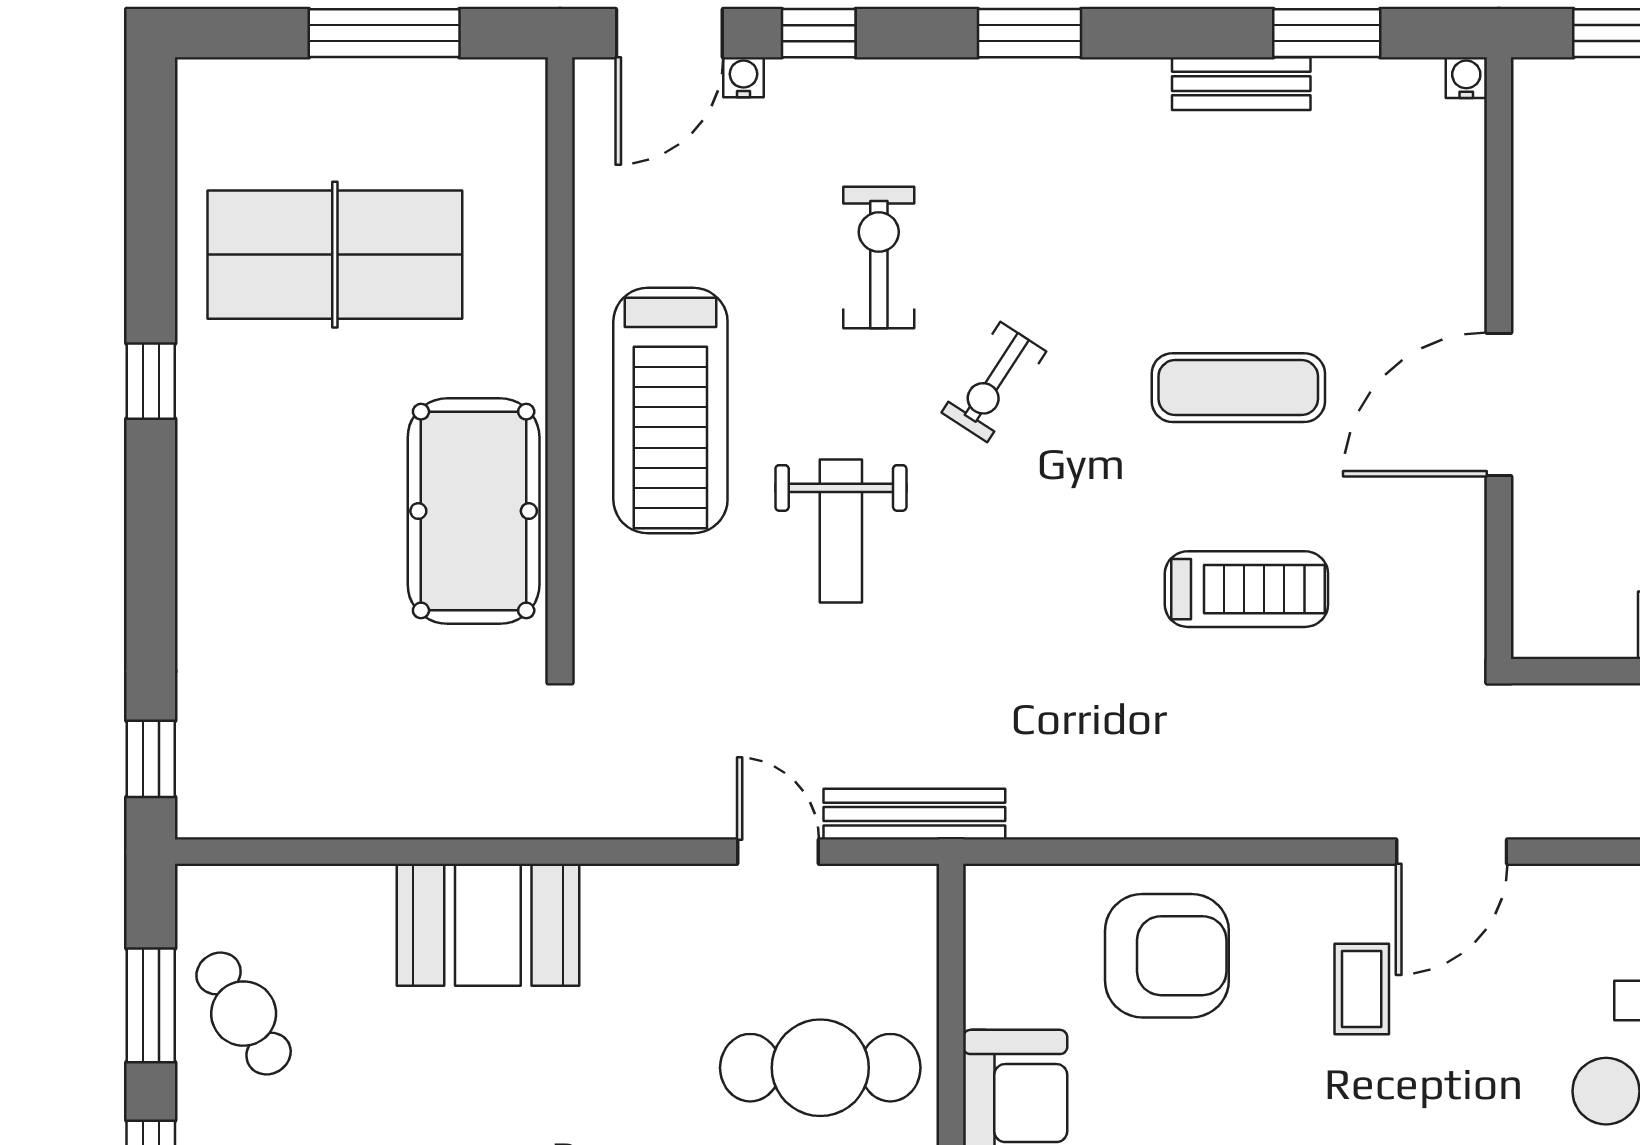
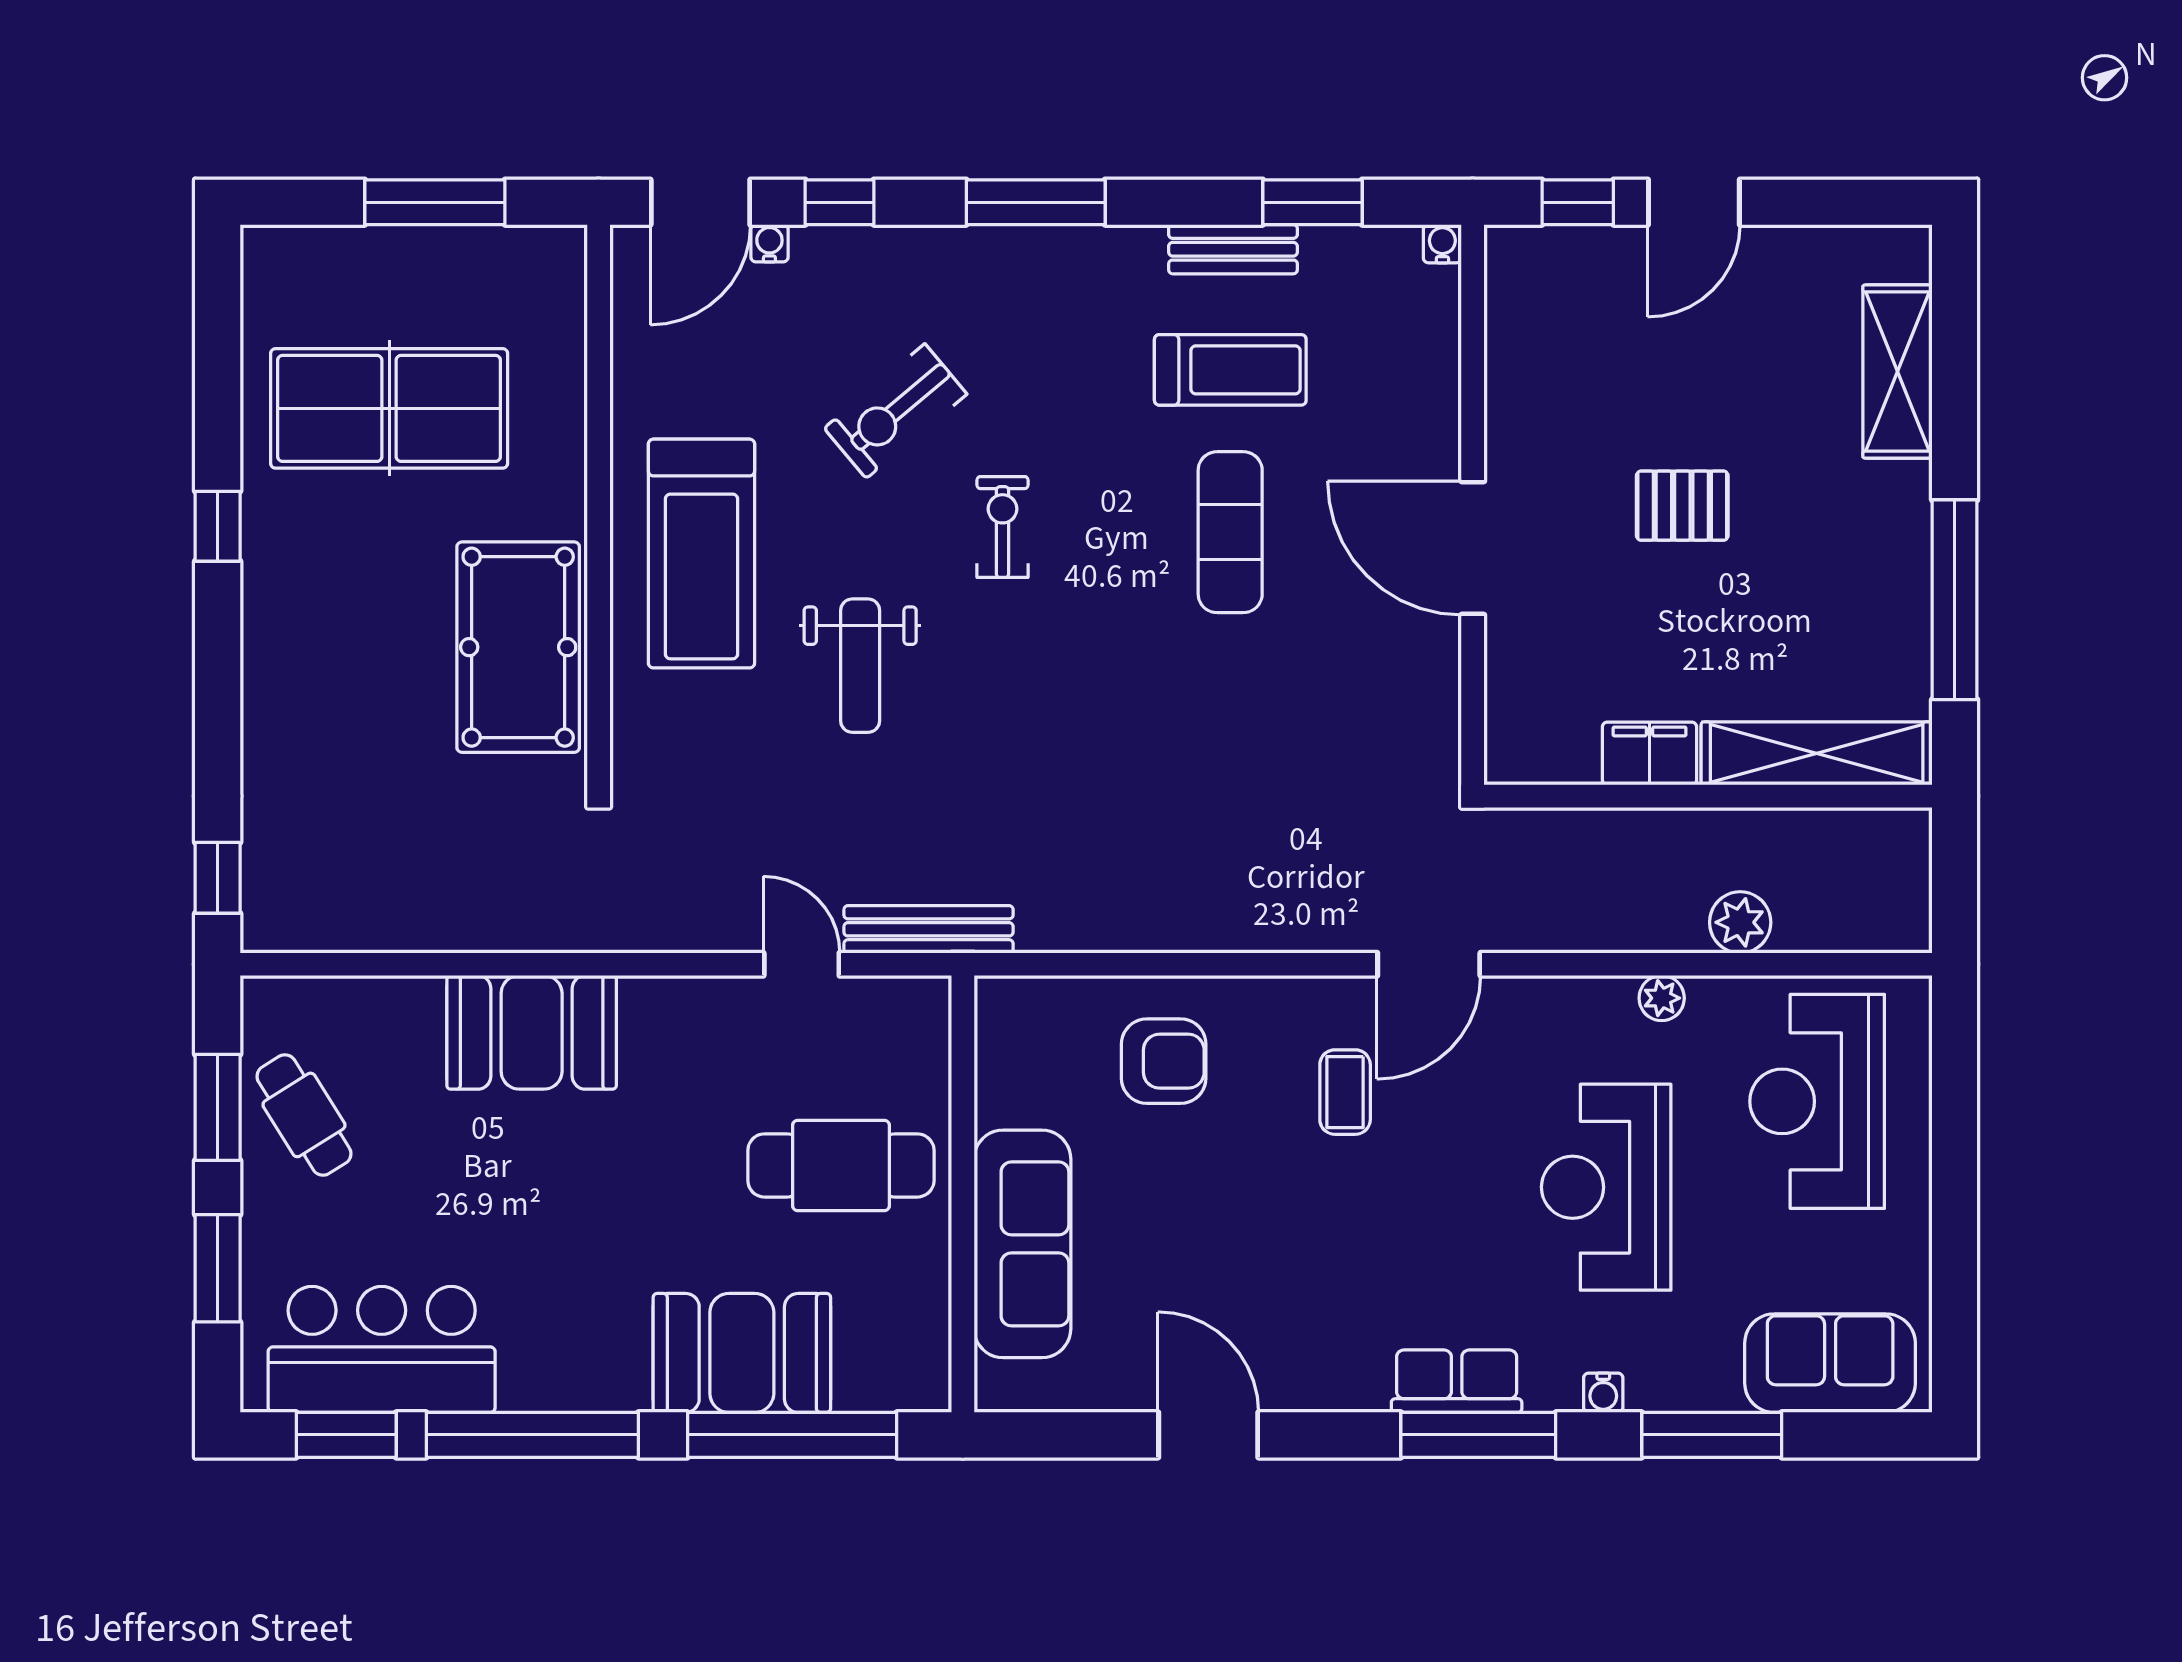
window: (1029, 33) -> (1036, 202), width x1.44
exercise bike: (879, 258) -> (895, 411), turned -130
exercise bike: (994, 382) -> (1002, 527), turned 147
exercise mat: (1238, 388) -> (1230, 532), turned 90
door: (1499, 405) -> (1473, 548), hinge flipped
treadmill: (1246, 589) -> (1230, 370), moved
armchair: (1167, 956) -> (1164, 1061), width x0.73, depth x0.73

